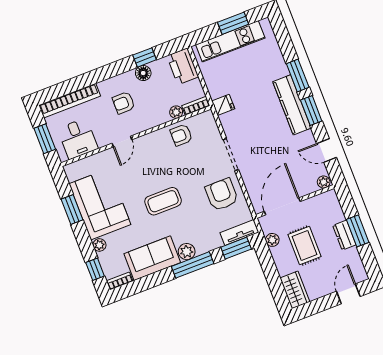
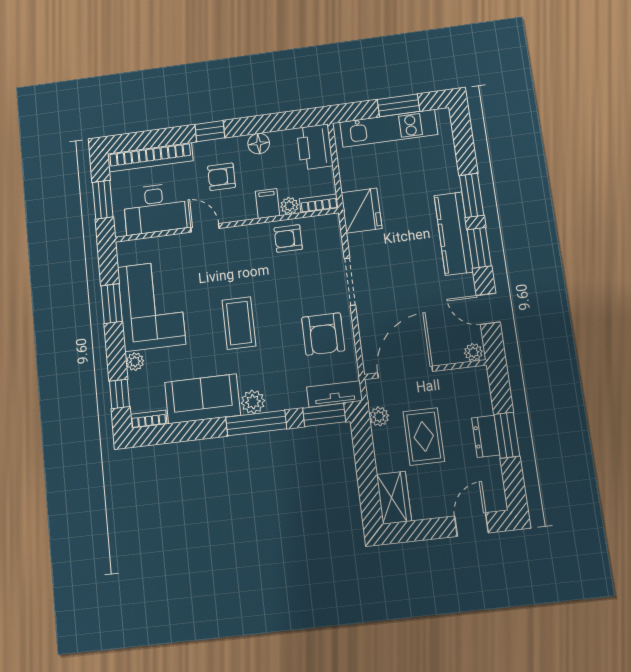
window: (145, 57) -> (210, 131), moved
fridge: (223, 105) -> (361, 211), width x1.88, depth x1.34
filing cabinet: (161, 114) -> (268, 203), added
desk: (78, 139) -> (155, 209), width x1.37
door: (122, 141) -> (205, 228), swing flipped
armchair: (222, 195) -> (323, 334), turned 180
coffee table: (163, 201) -> (239, 323), turned 90

